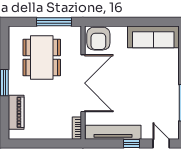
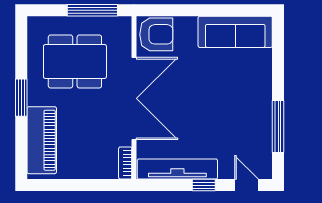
armchair: (98, 39) -> (156, 34), turned -90
dining table: (42, 57) -> (75, 61), turned 90
piano: (16, 112) -> (42, 140), width x1.37, depth x1.33

